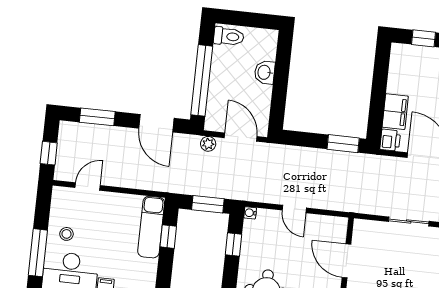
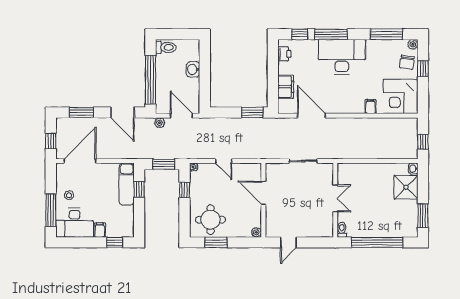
printer: (390, 140) -> (284, 54), moved
door: (88, 187) -> (80, 161), width x1.87

